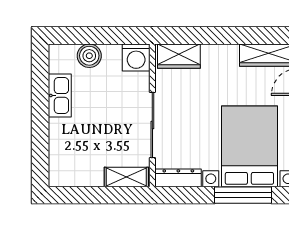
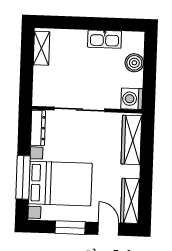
wardrobe: (179, 56) -> (131, 140), width x1.50
shelving: (126, 177) -> (41, 48), moved

